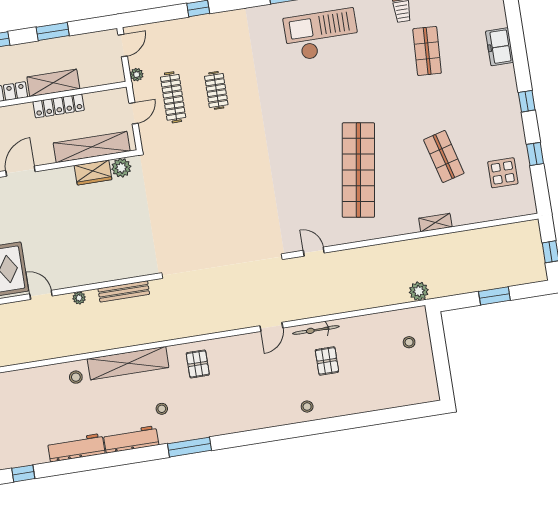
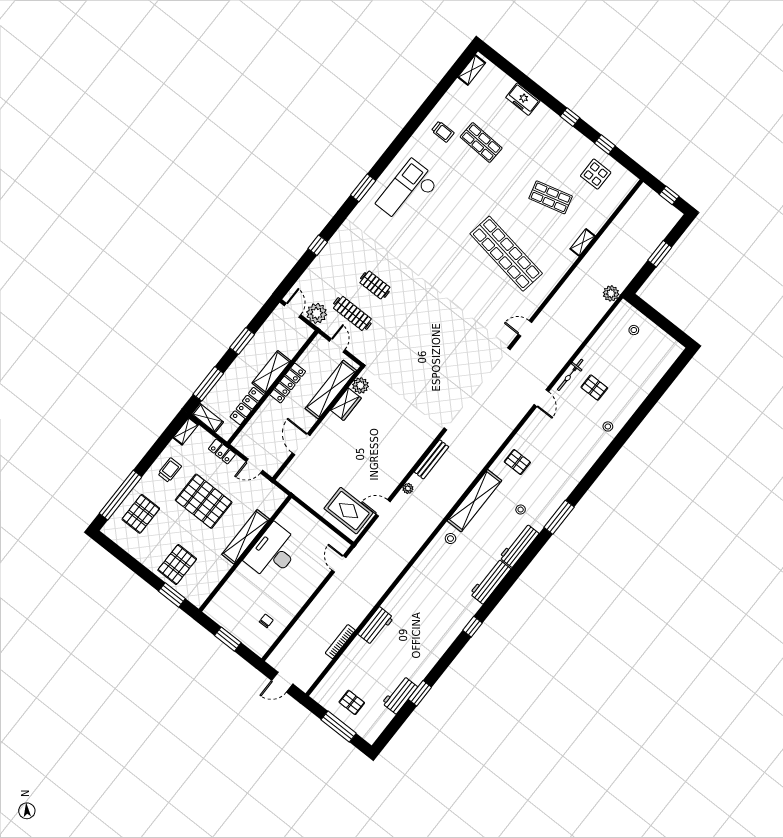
plant: (137, 75) -> (317, 313), width x1.88, depth x1.88

